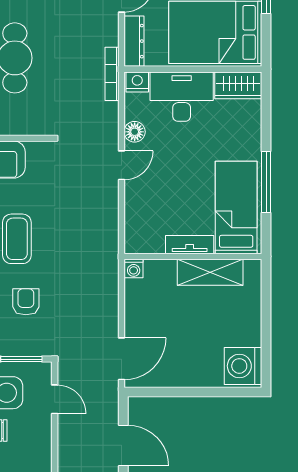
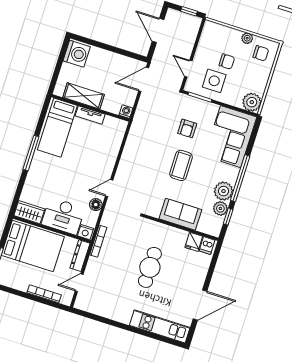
bed: (236, 207) -> (57, 128), moved
tv unit: (190, 245) -> (90, 115), moved
wall: (193, 256) -> (90, 108), moved
washing machine: (134, 269) -> (126, 112), moved
shelving: (210, 272) -> (84, 96), moved

